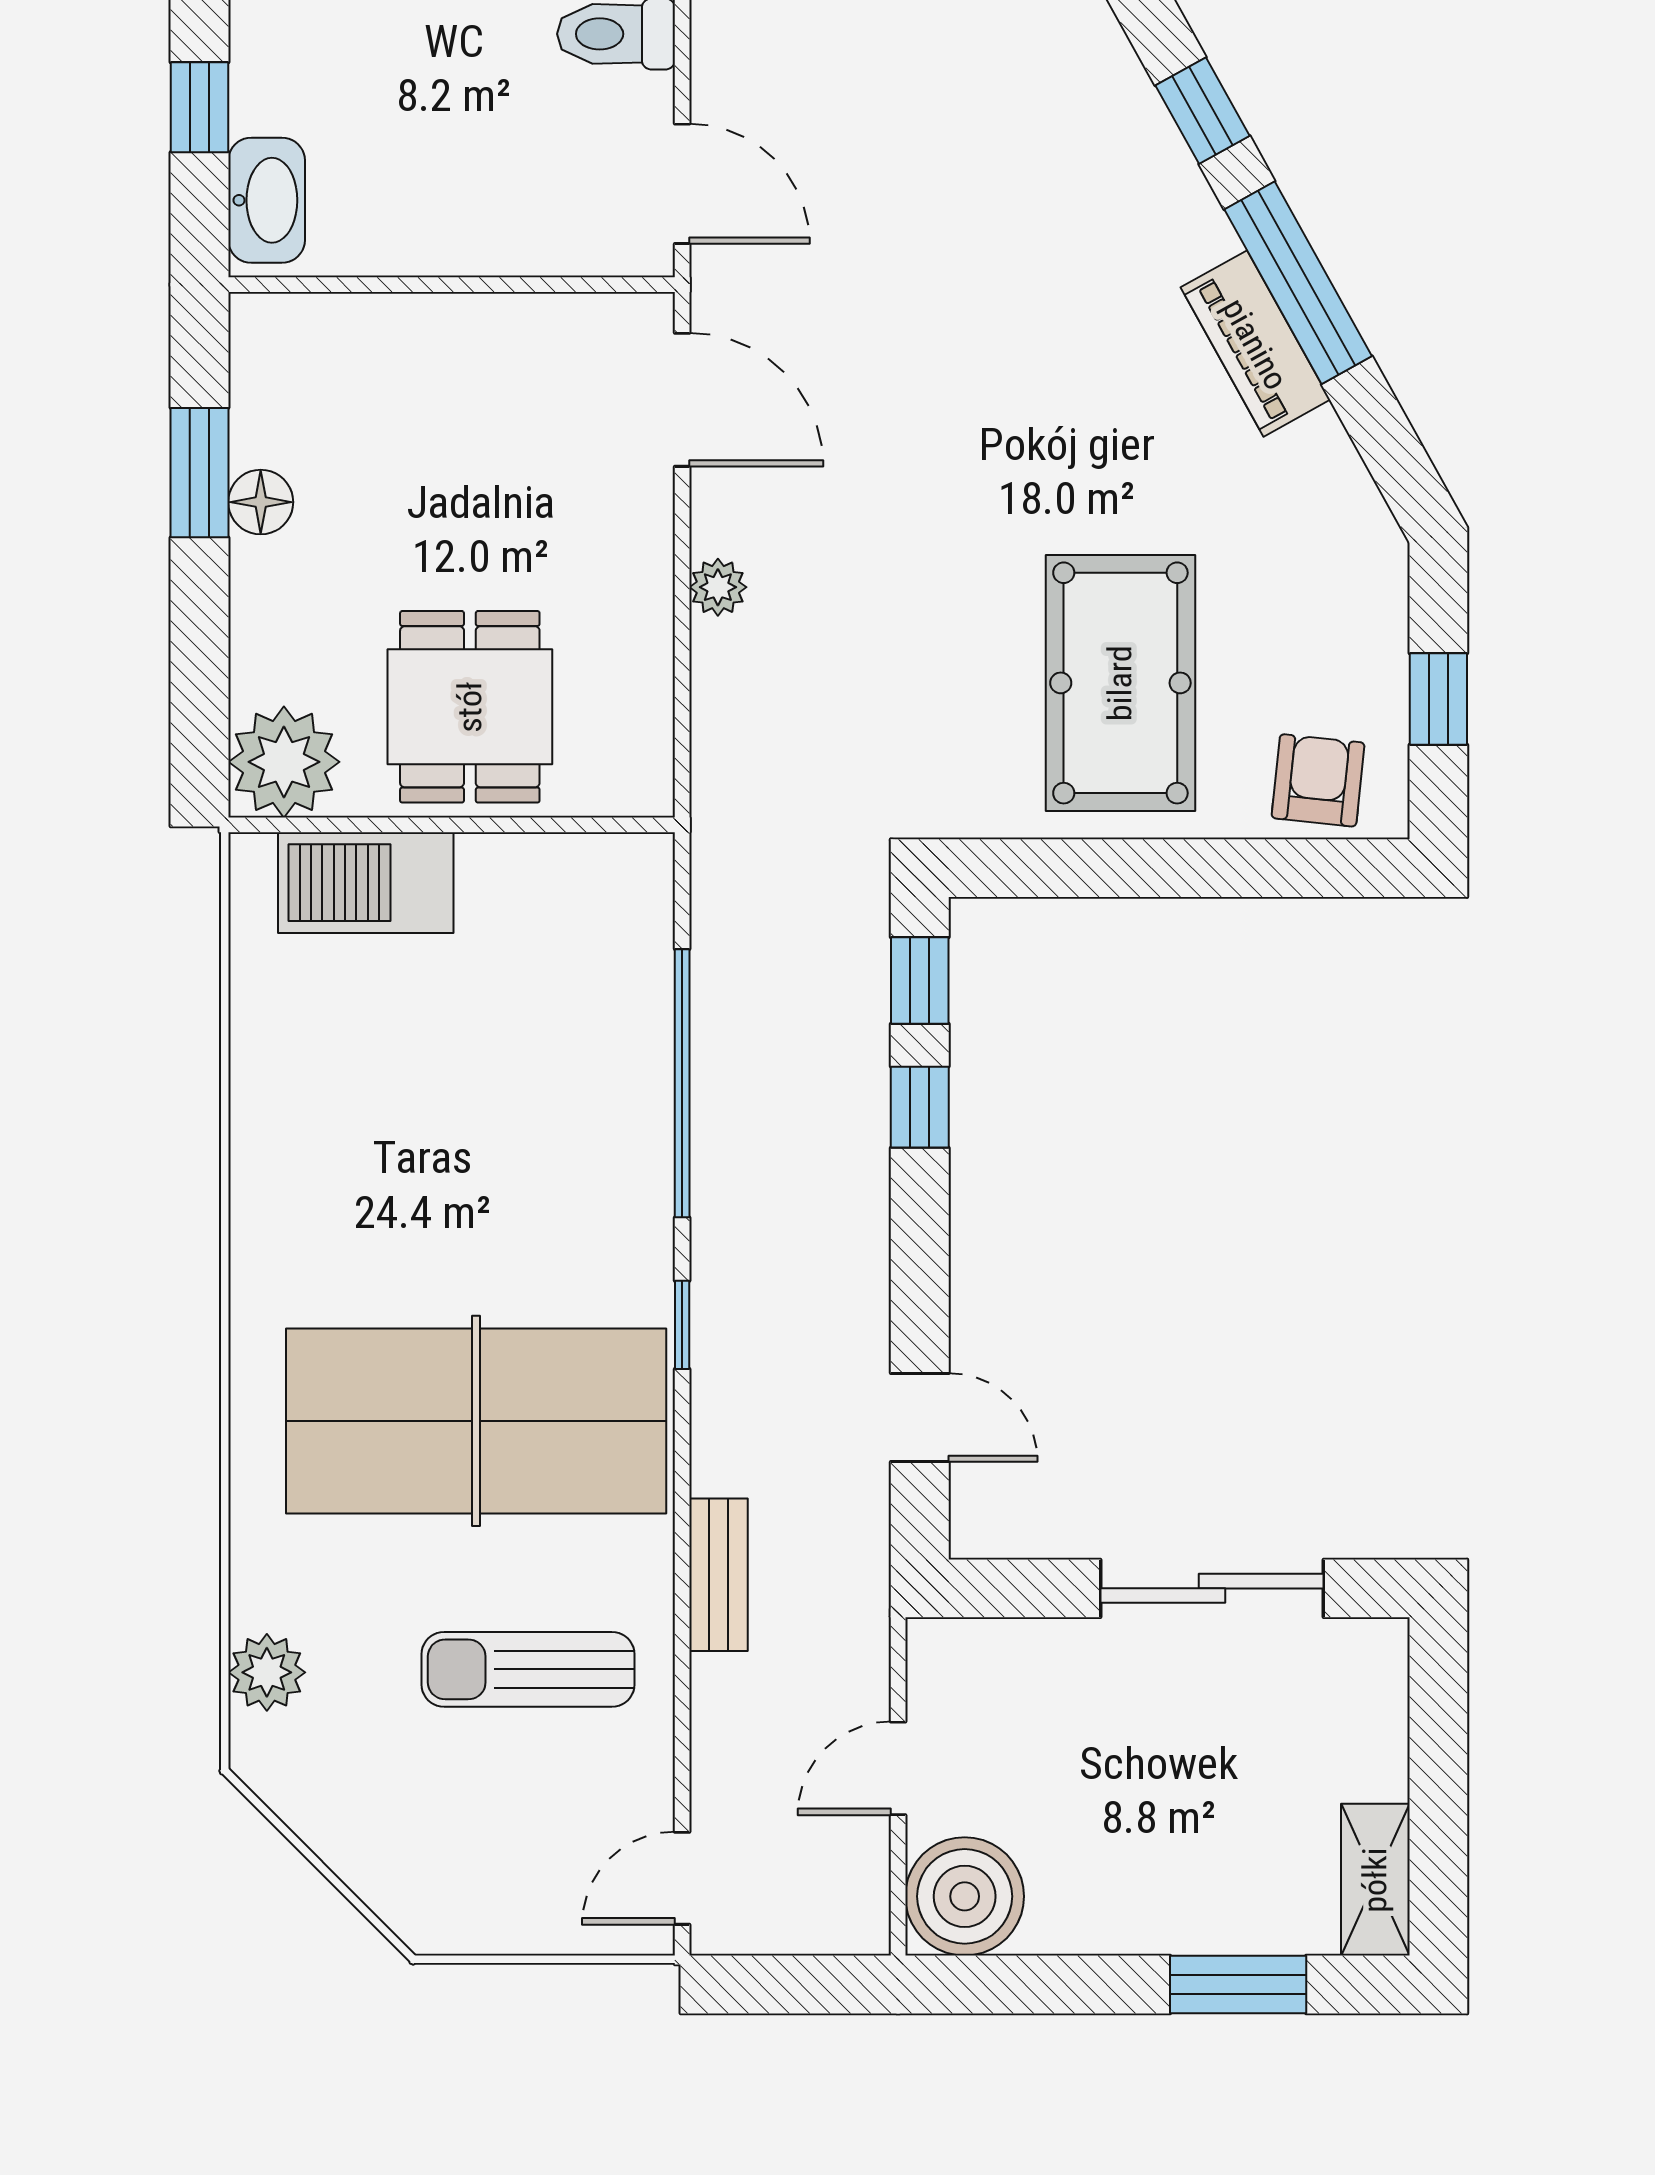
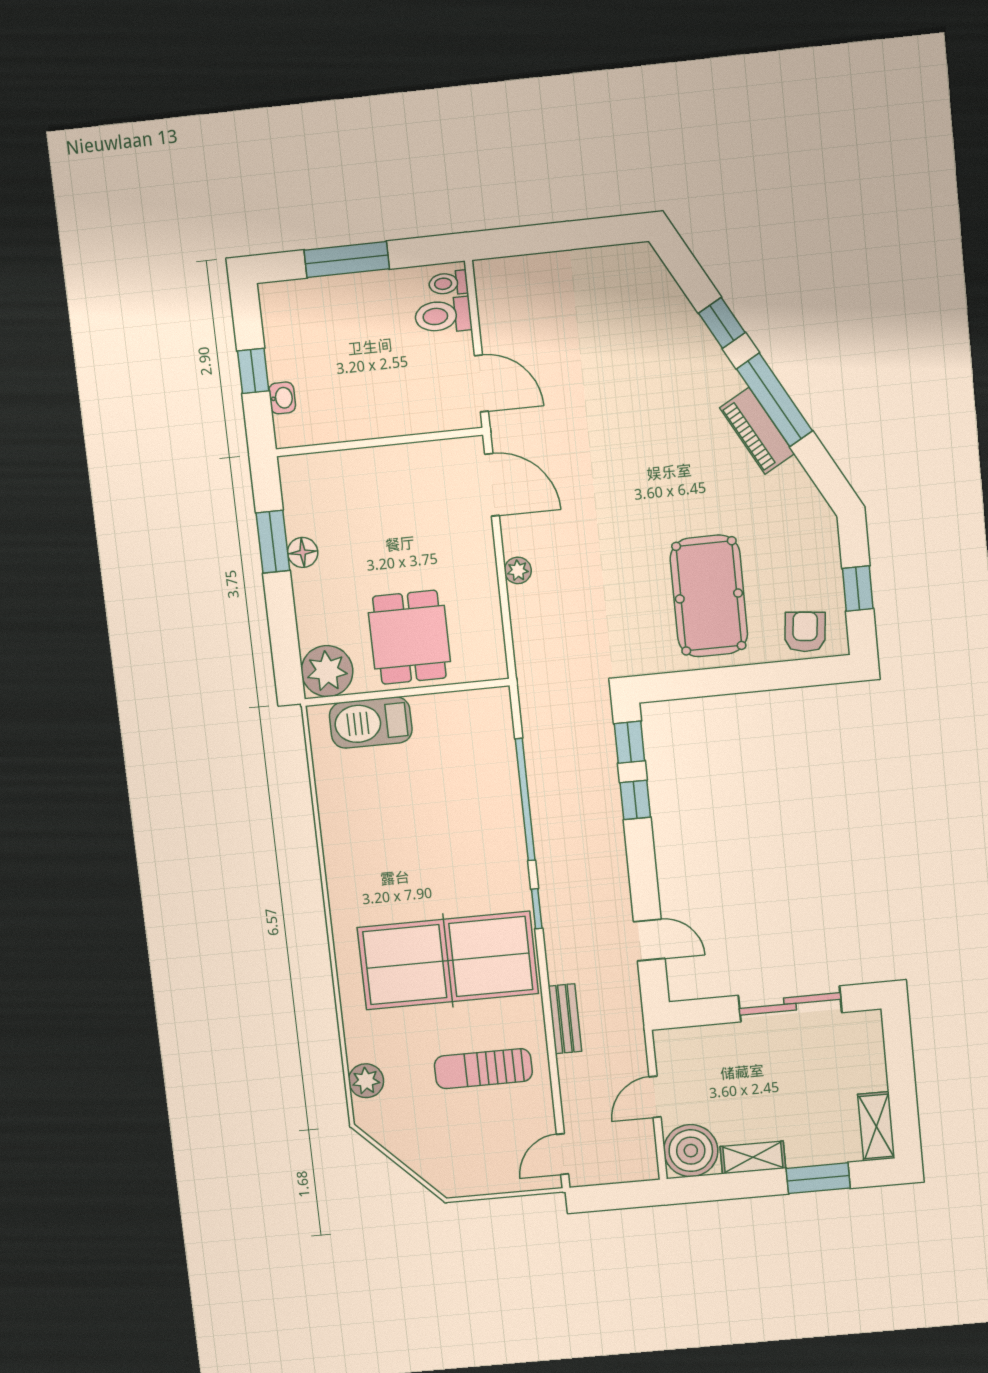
washbasin: (267, 200) -> (282, 398), width x0.52, depth x0.69
shelving: (1099, 1924) -> (753, 1157), added

